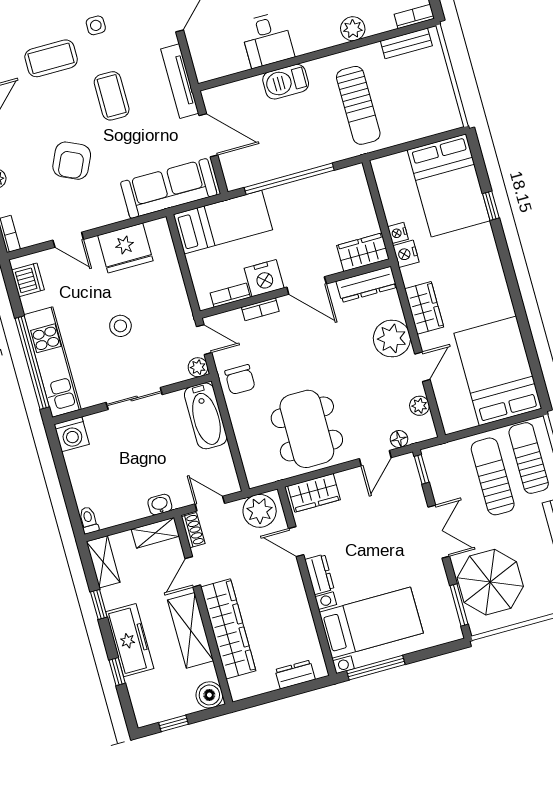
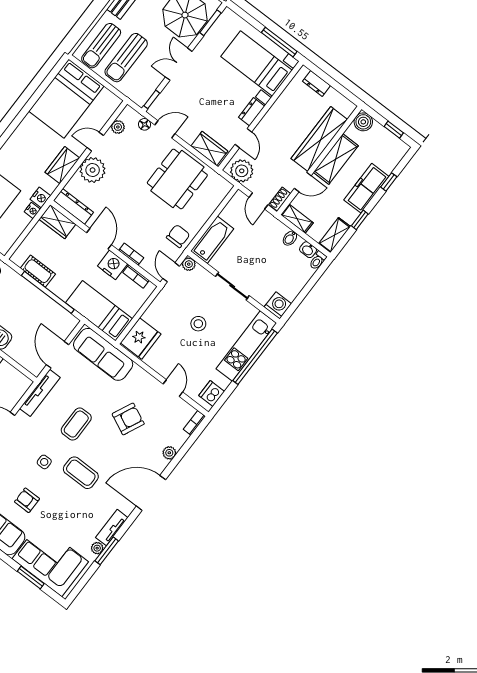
cot: (323, 186) -> (38, 271), added
fridge: (125, 248) -> (141, 338), moved, turned 90
washbasin: (160, 505) -> (308, 250), moved
bidet: (139, 508) -> (290, 238), added

